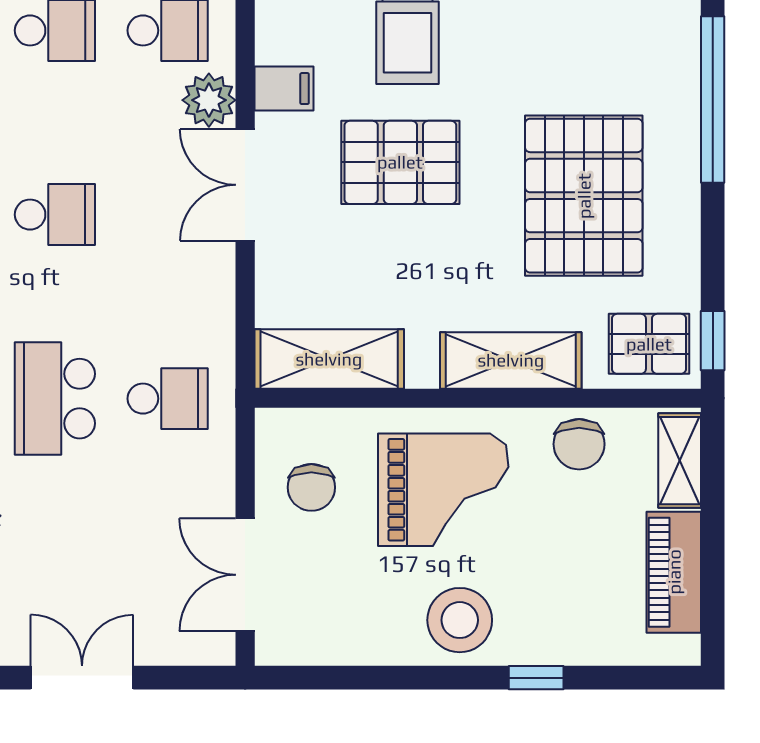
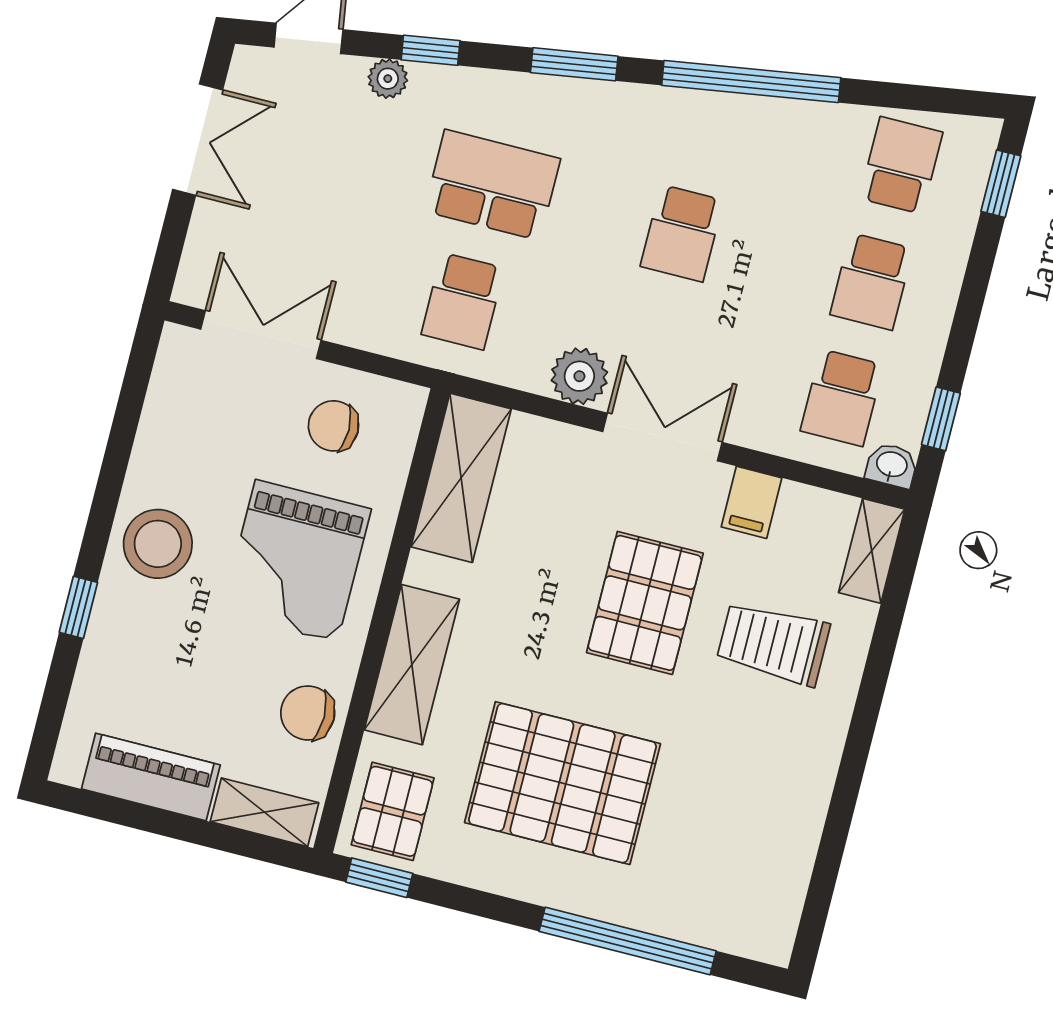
plant: (209, 100) -> (579, 376), moved

